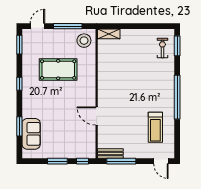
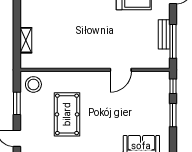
window: (68, 26) -> (17, 103), width x0.69
shelving: (109, 34) -> (26, 40), moved
bench: (110, 153) -> (164, 34), moved

